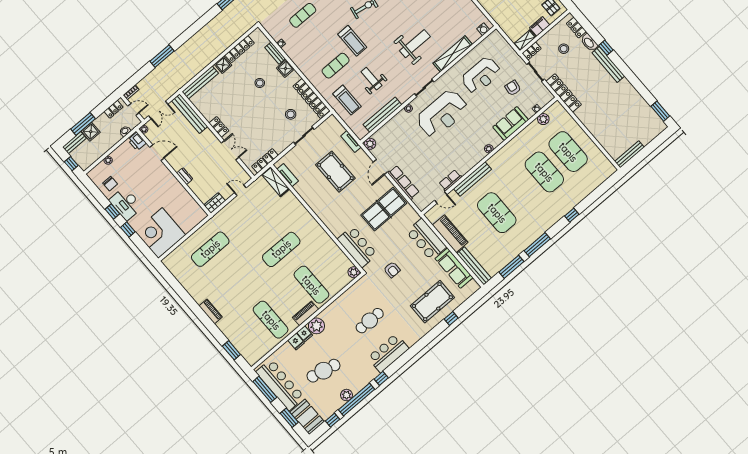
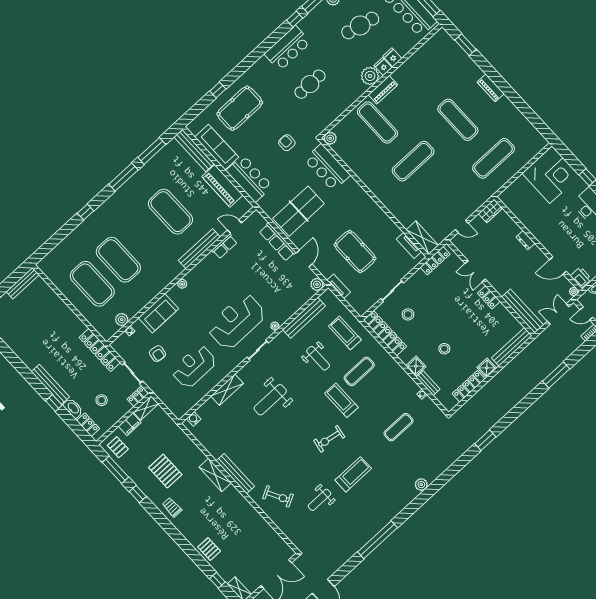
shelving: (453, 54) -> (227, 390), width x0.68
exercise mat: (271, 320) -> (458, 120), moved

